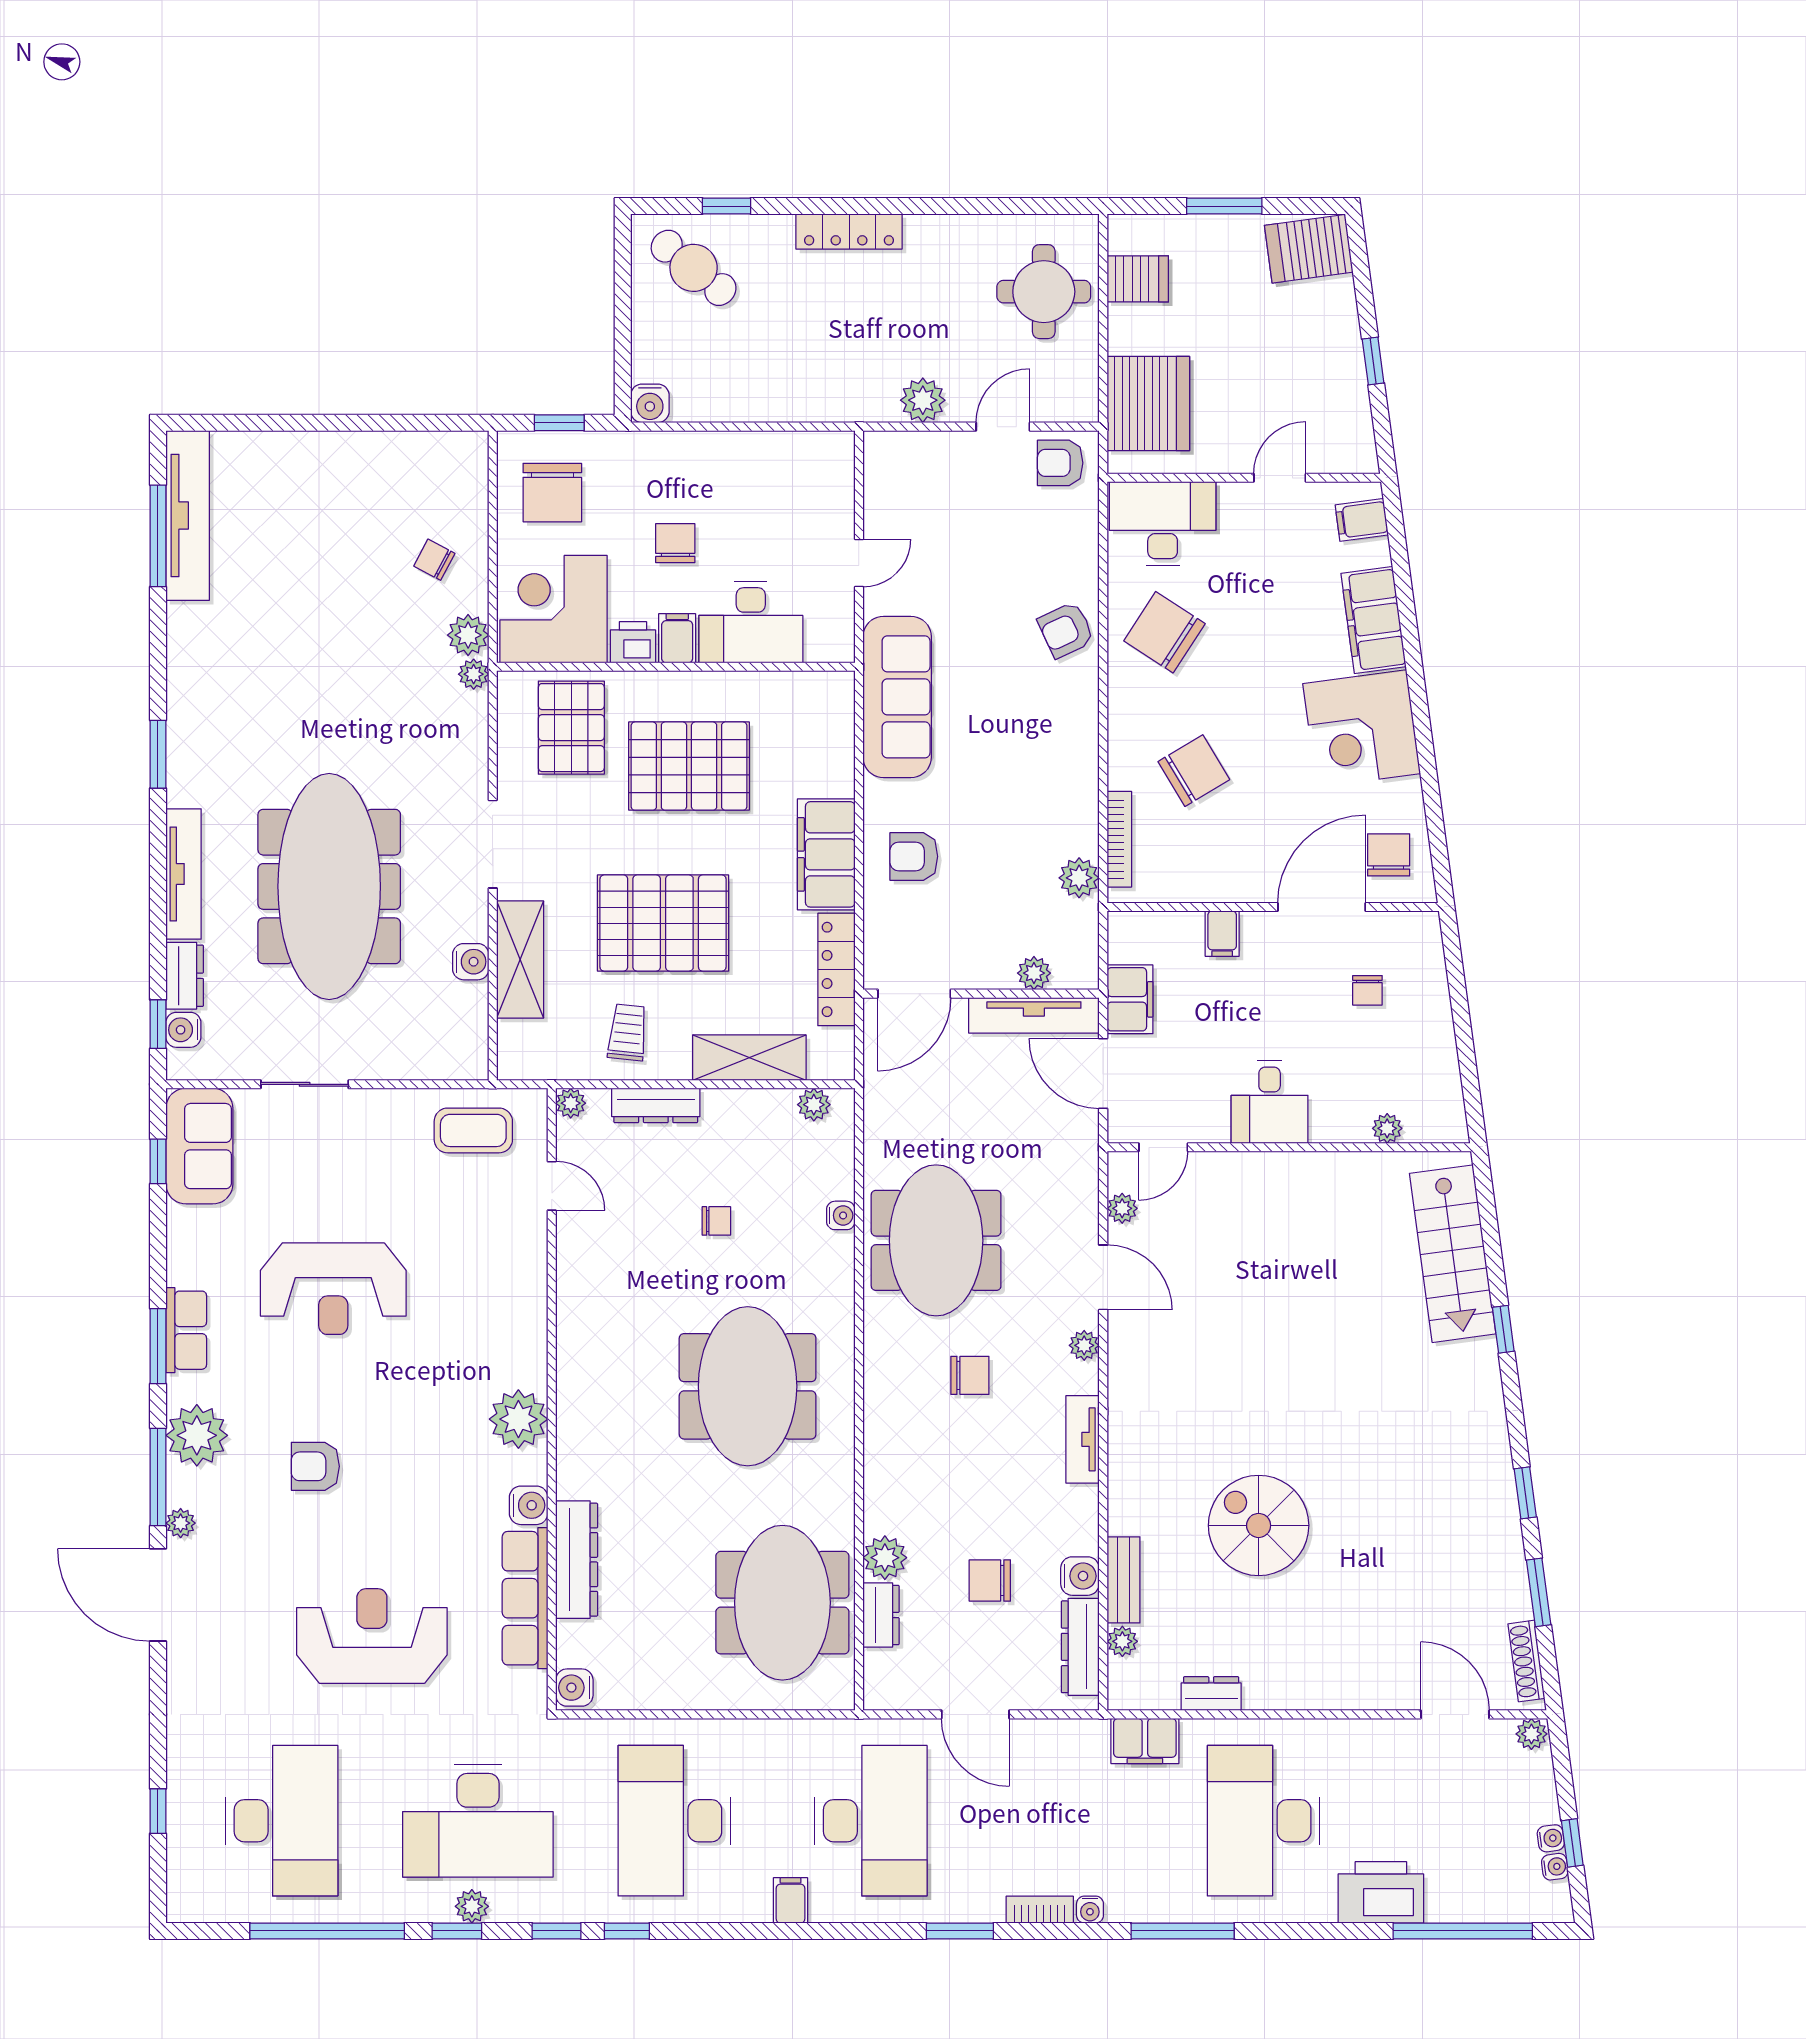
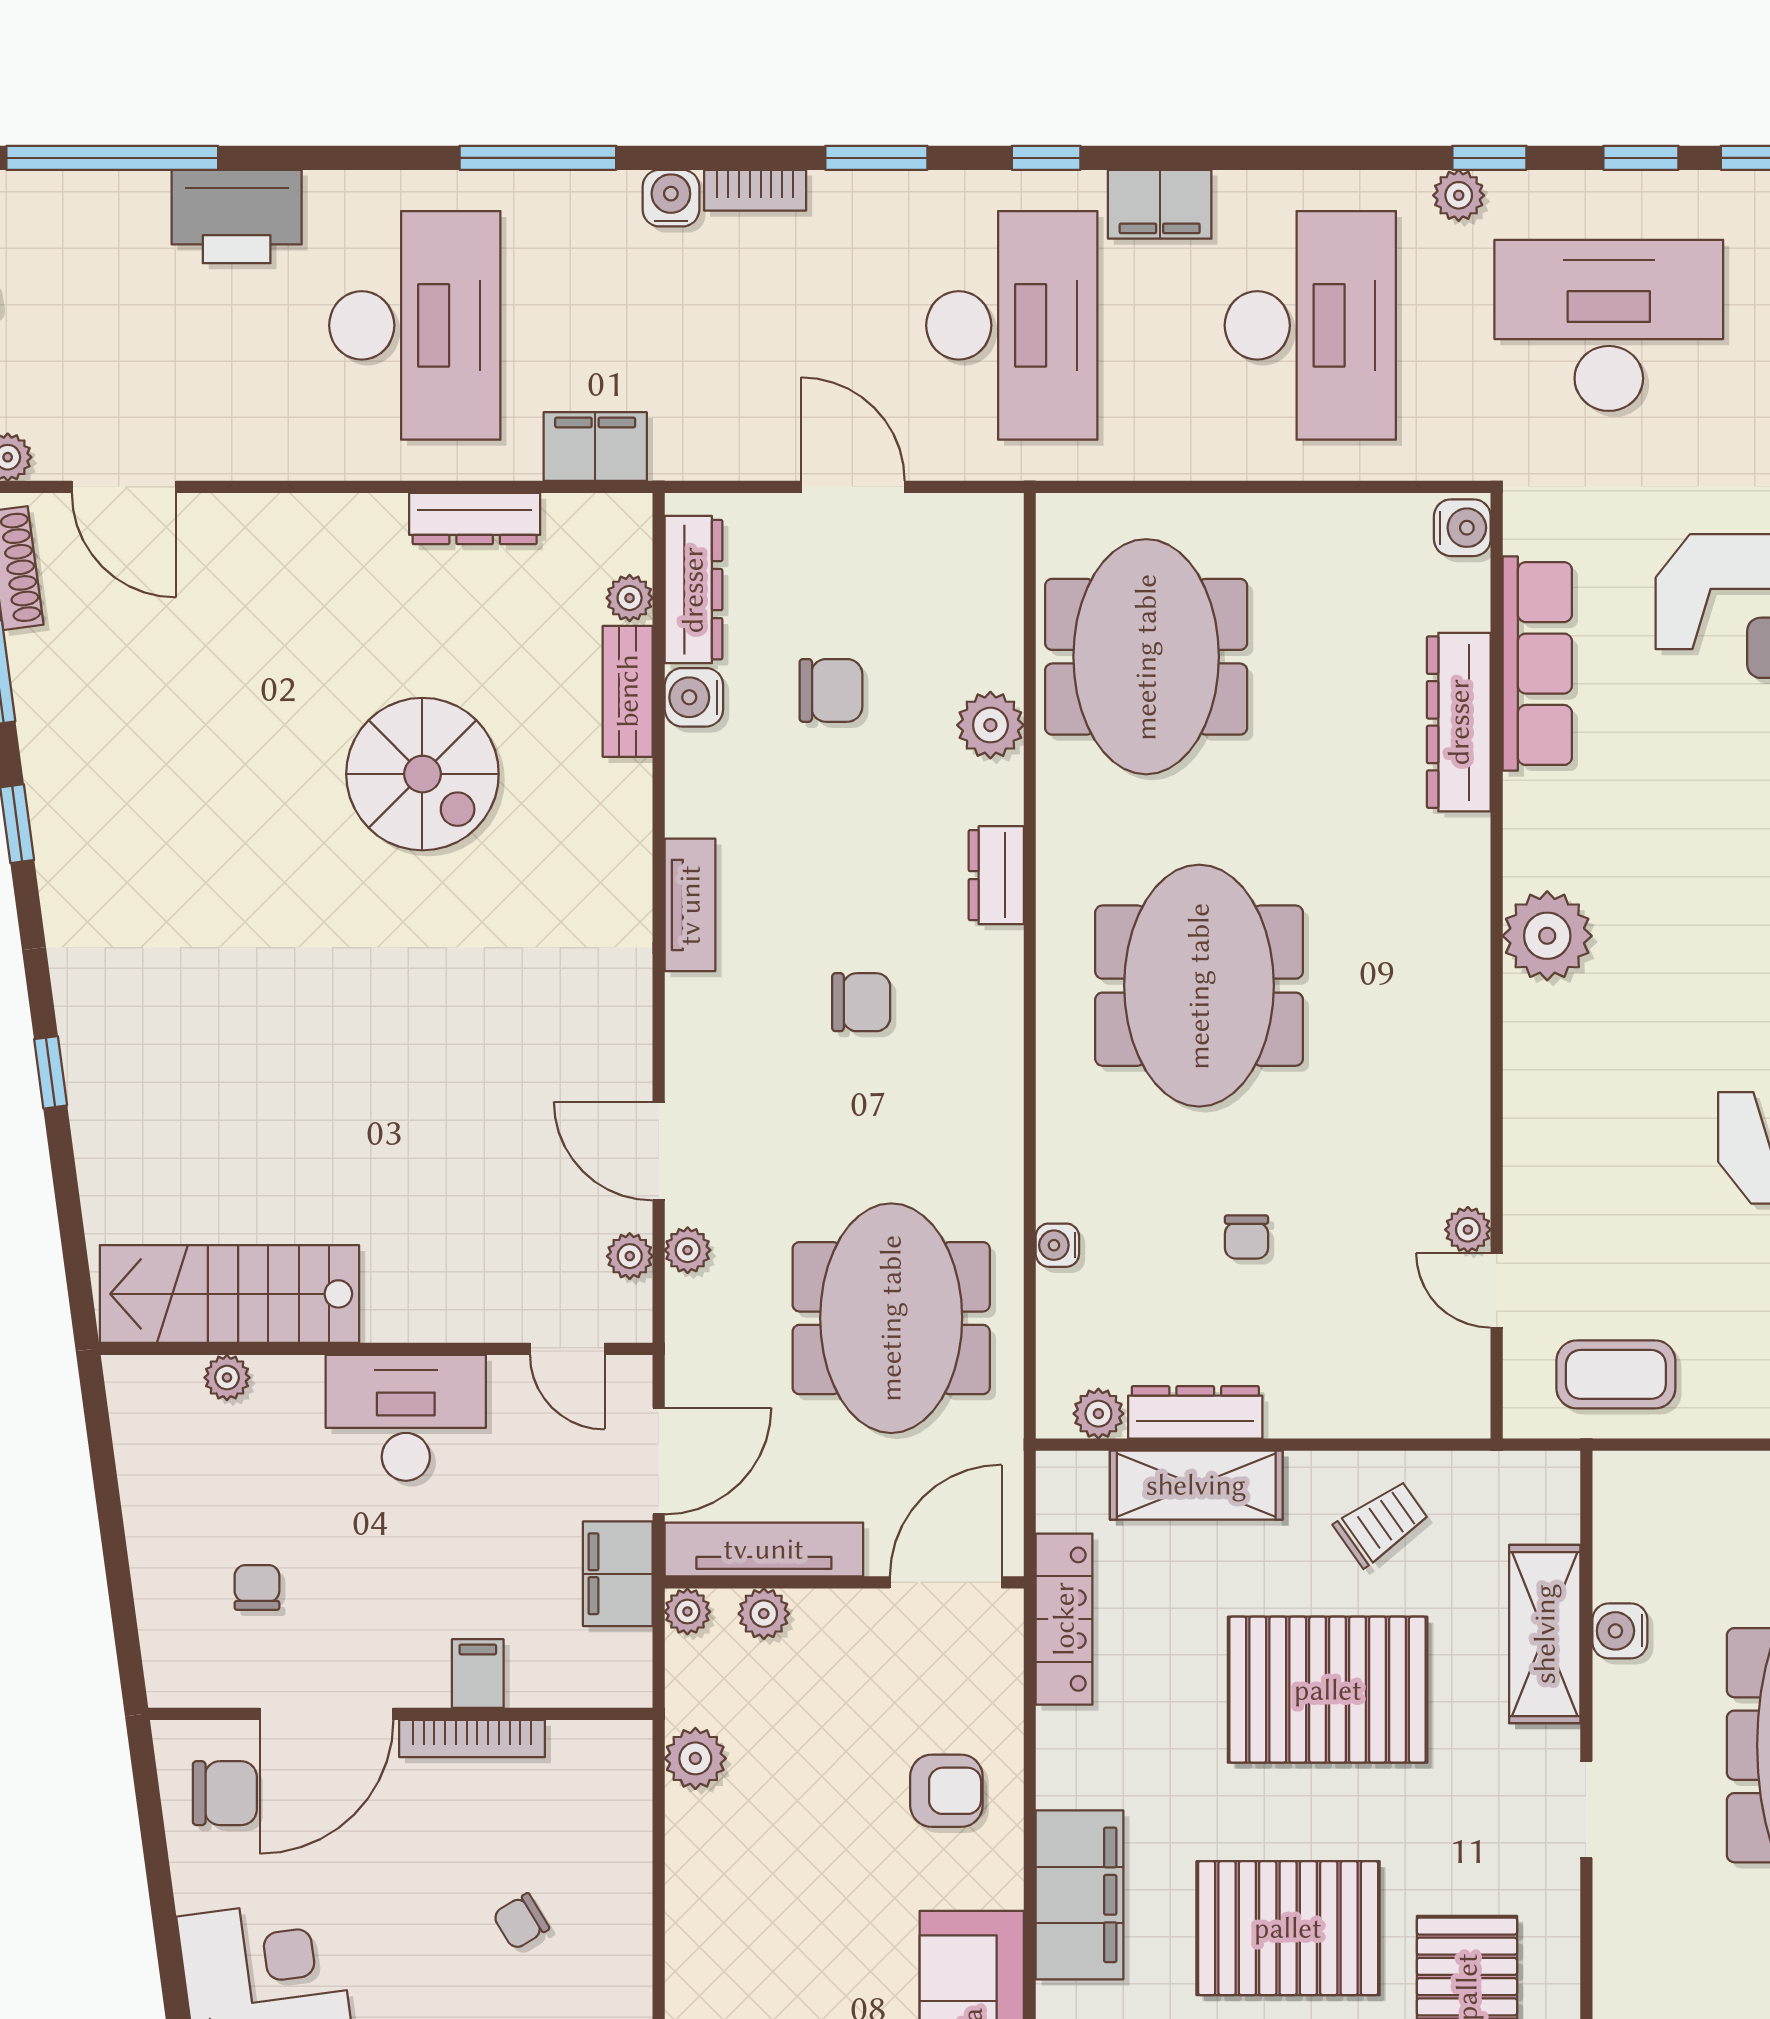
chair: (1194, 771) -> (521, 1921), width x0.54, depth x0.54
bookcase: (1119, 839) -> (472, 1739), moved, turned -90
doorway: (493, 844) -> (1586, 1810), width x0.73
filing cabinet: (826, 854) -> (1080, 1895), moved
chair: (1389, 855) -> (225, 1793), turned -90
plant: (1084, 974) -> (687, 1612), added
trolley: (628, 1032) -> (1381, 1523), turned -131
door: (1103, 1073) -> (659, 1461), hinge flipped
desk: (1270, 1102) -> (406, 1418), width x1.37
plant: (571, 1103) -> (1468, 1230), moved
dresser: (656, 1105) -> (1195, 1412), moved
door: (1163, 1147) -> (567, 1349), swing flipped
chair: (716, 1221) -> (1246, 1237), turned -90
meeting table: (936, 1240) -> (891, 1318), moved
stairs: (1453, 1254) -> (229, 1294), moved, turned -82
plant: (1084, 1345) -> (688, 1250), moved
chair: (970, 1375) -> (861, 1002), turned 180
water cooler: (529, 1505) -> (1532, 805), removed
dresser: (881, 1615) -> (996, 875), moved
dresser: (1211, 1694) -> (475, 519), width x1.44
desk: (871, 1821) -> (1012, 325), turned 180
filing cabinet: (791, 1900) -> (1160, 204), width x2.00
plant: (472, 1906) -> (1459, 195), moved
water cooler: (1090, 1910) -> (671, 198), width x1.38, depth x1.38
window: (627, 1931) -> (1046, 158), moved

